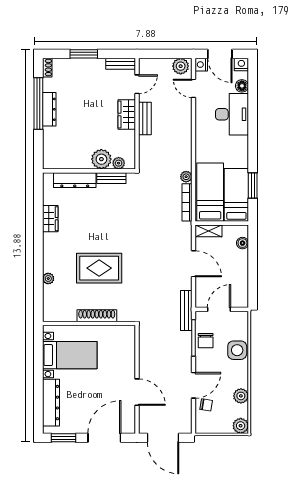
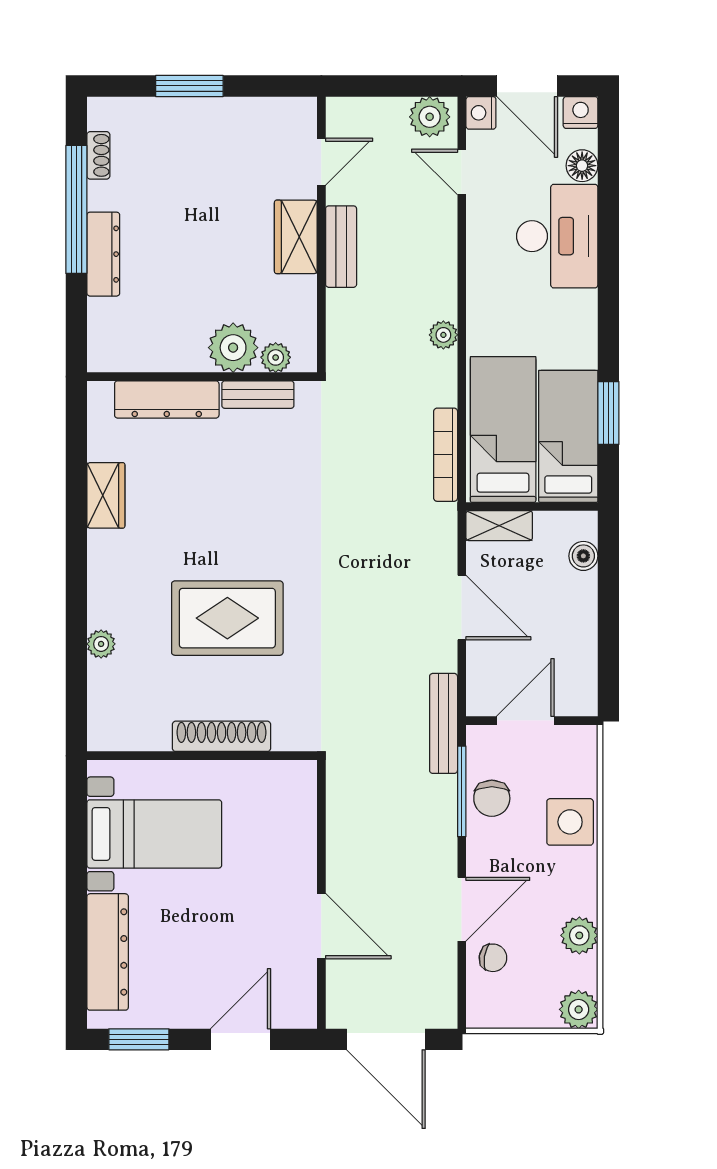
bench: (121, 64) -> (280, 111), removed
shoe rack: (47, 68) -> (98, 155), moved
dresser: (49, 109) -> (103, 254), moved
plant: (186, 177) -> (443, 335), moved
door: (104, 438) -> (240, 1039), width x0.73

